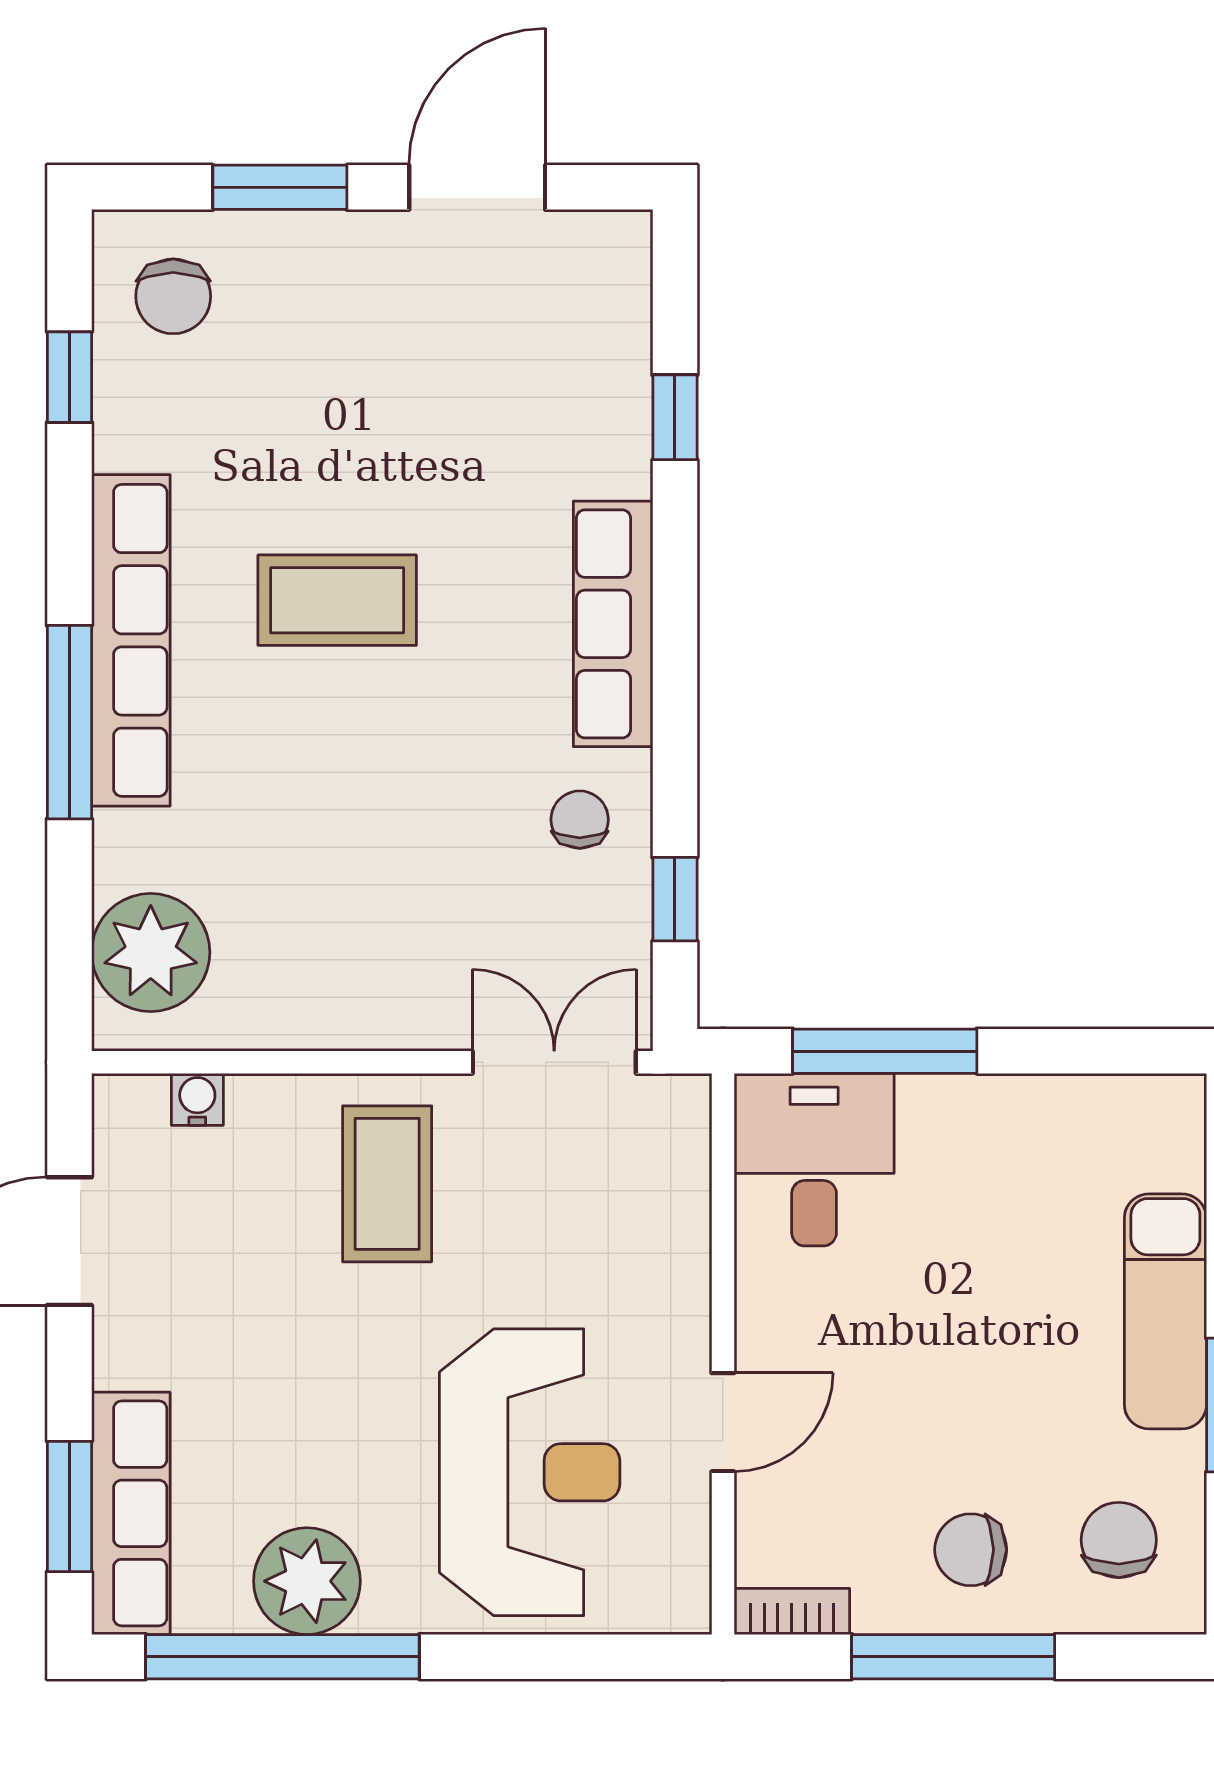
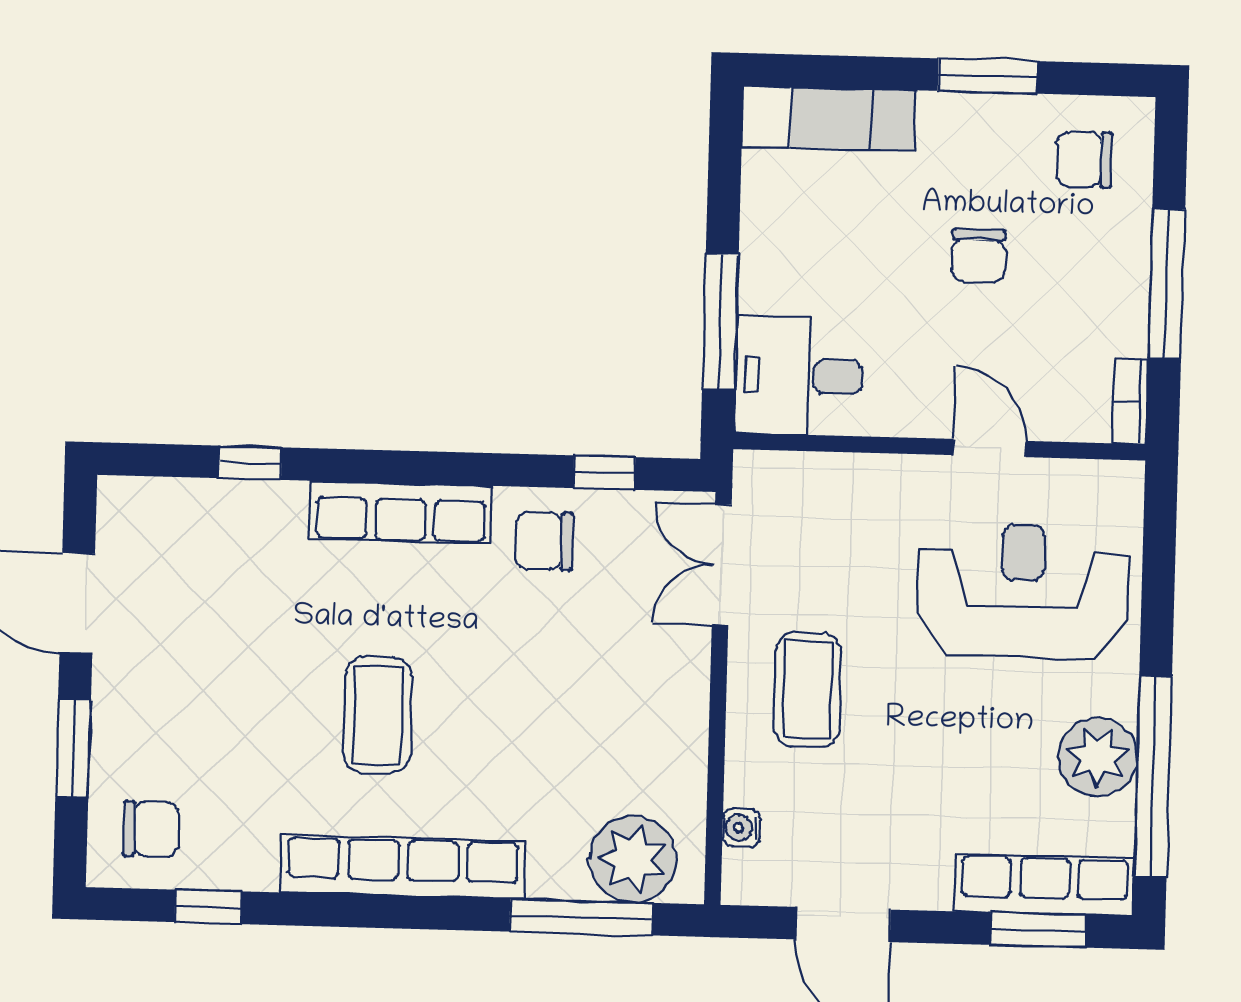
window: (69, 722) -> (581, 917), moved
chair: (580, 820) -> (544, 541), width x1.37, depth x1.37
coffee table: (387, 1184) -> (808, 690), turned 90
exam couch: (1165, 1311) -> (829, 118), moved
chair: (971, 1550) -> (979, 256), moved

